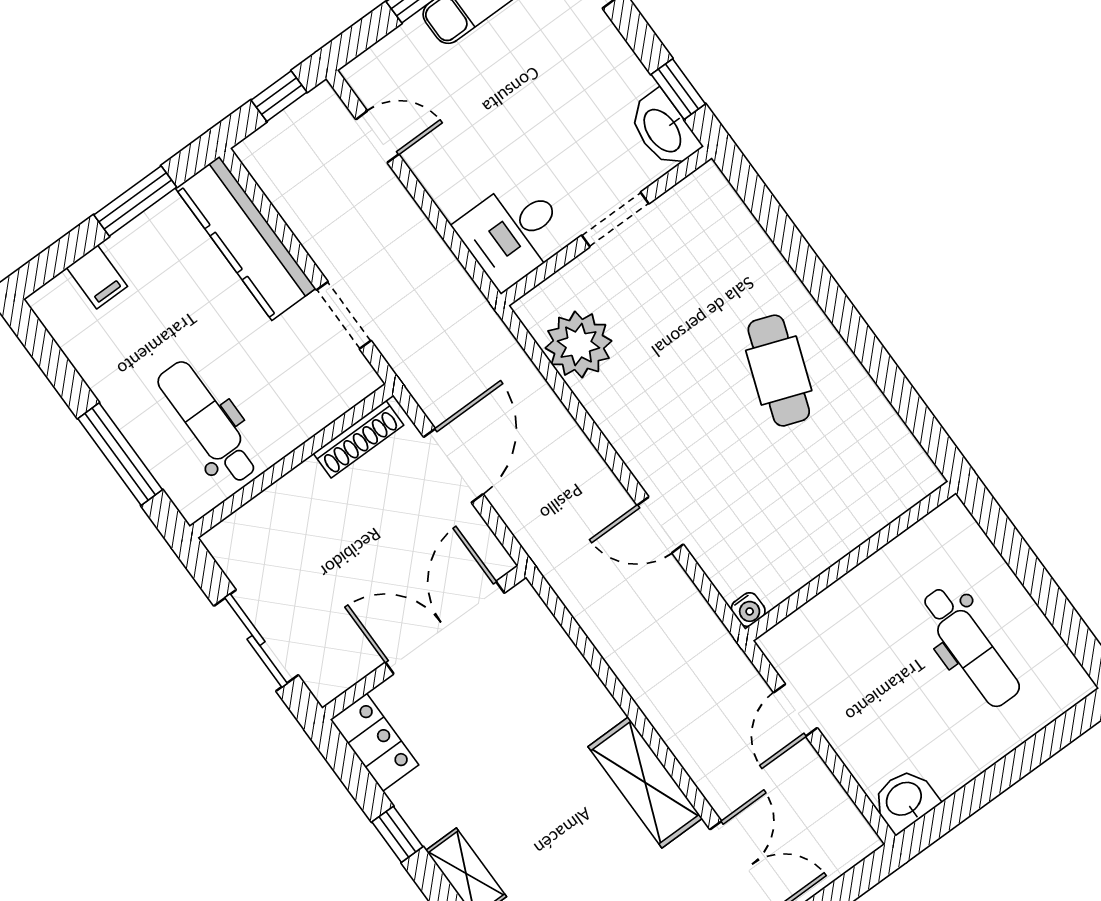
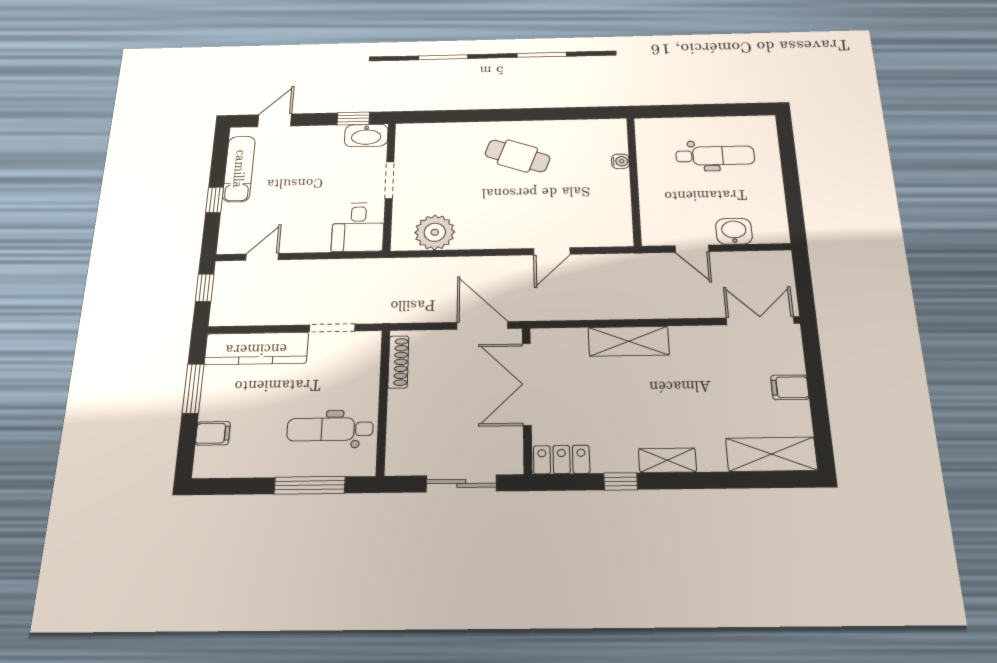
door: (453, 466) -> (482, 325), moved
water cooler: (748, 610) -> (620, 161), moved
shelving: (645, 782) -> (629, 341), moved
washbasin: (905, 800) -> (734, 231), moved, turned 90

